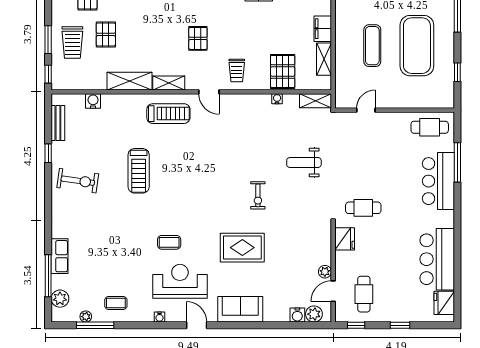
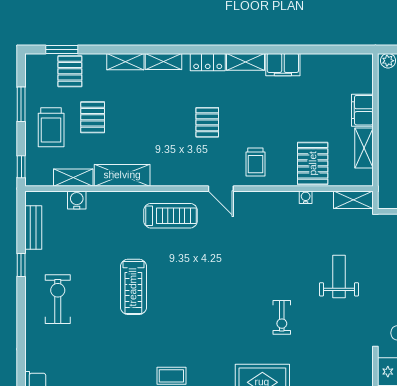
window: (48, 40) -> (21, 104), moved
shelving: (169, 83) -> (73, 178), moved
weight bench: (304, 163) -> (339, 277), turned 90
exercise bike: (78, 181) -> (58, 299), turned -98

